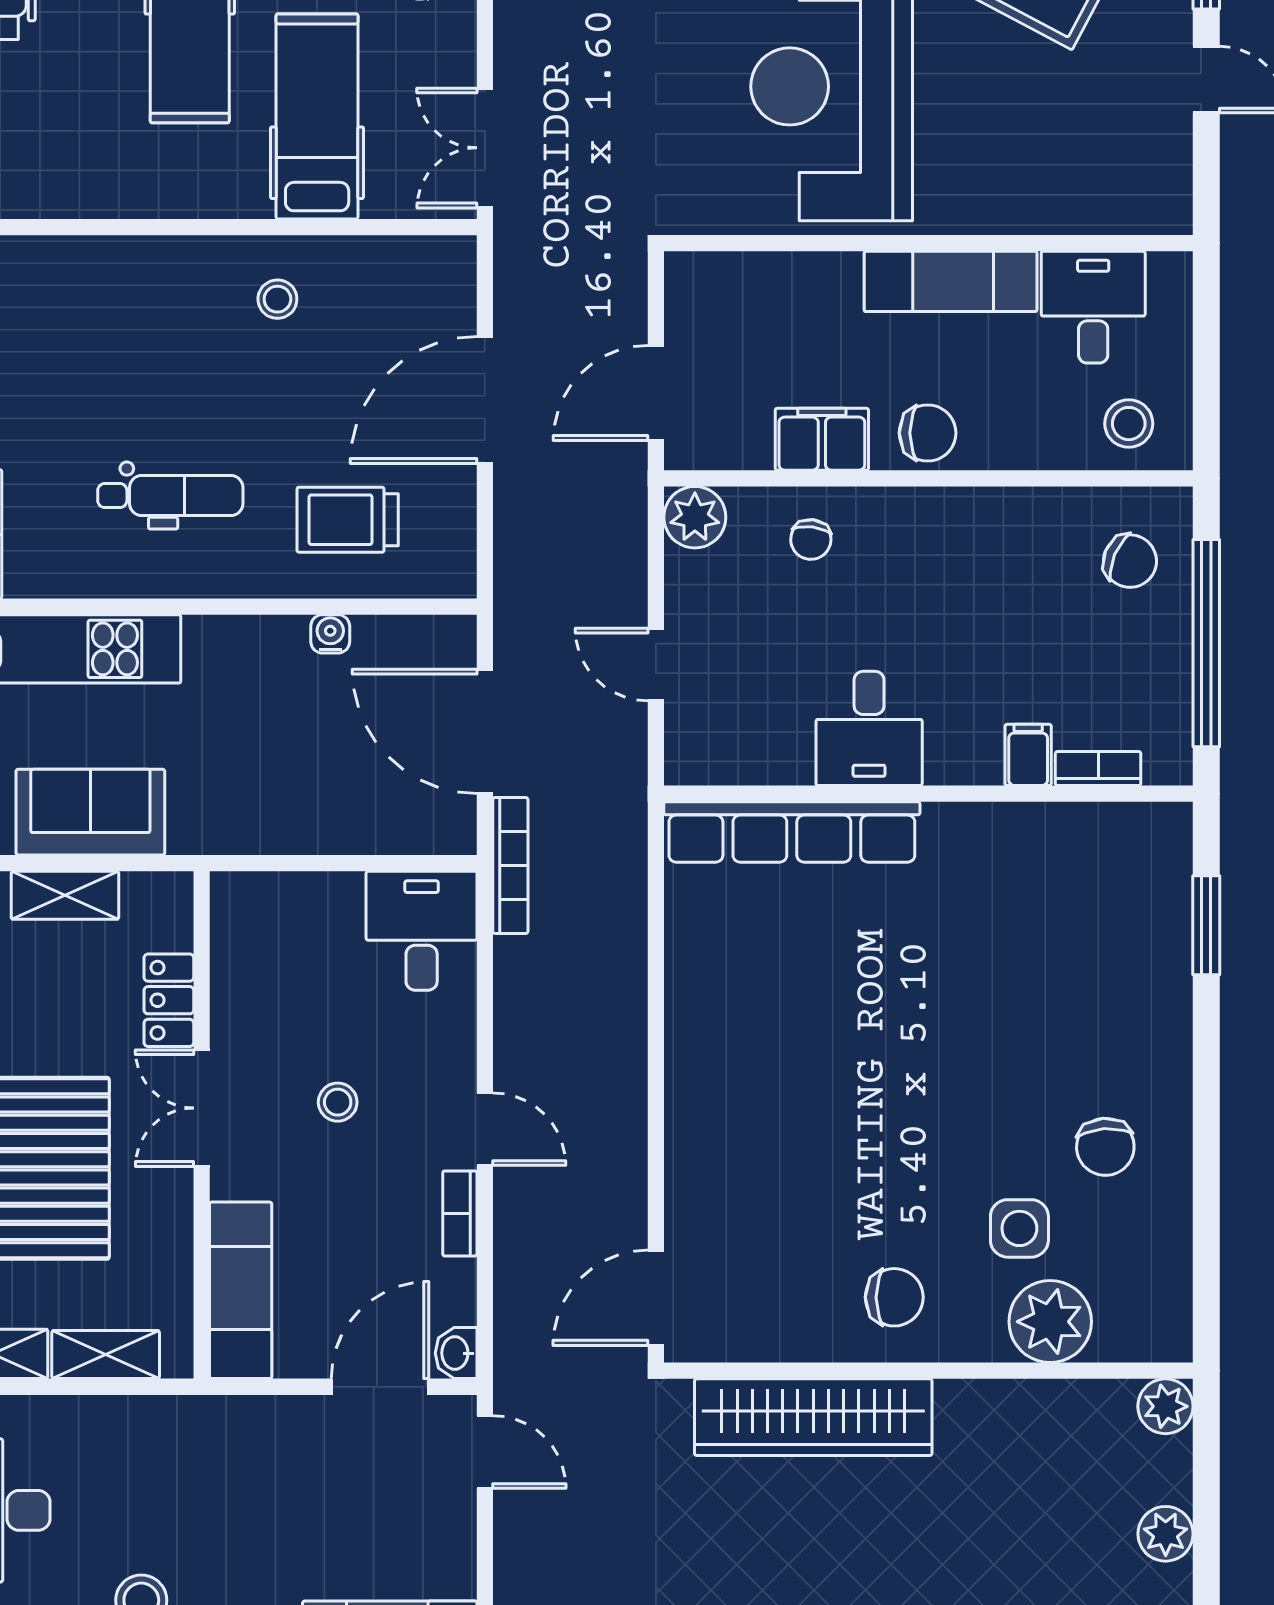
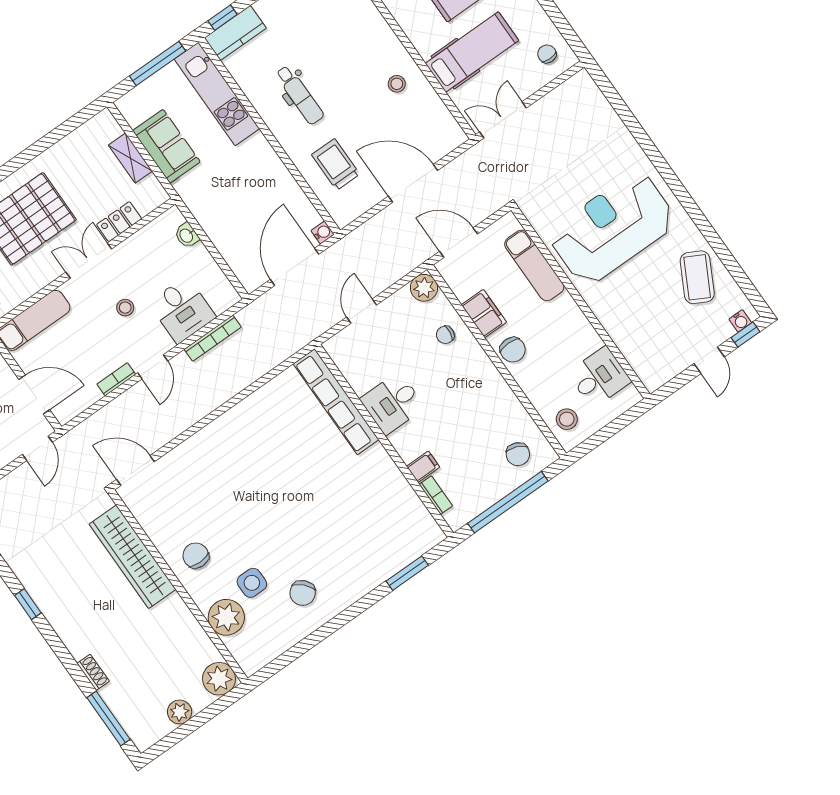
exam couch: (951, 281) -> (534, 265), moved
water cooler: (330, 634) -> (323, 232), moved
bookcase: (510, 865) -> (213, 338), moved
desk: (422, 931) -> (182, 310), moved, turned 90
chair: (1105, 1147) -> (303, 593), turned -39
chair: (894, 1297) -> (196, 555), turned 180
washbasin: (456, 1353) -> (187, 235), moved, turned -90
plant: (1165, 1406) -> (219, 679), width x1.36, depth x1.36

